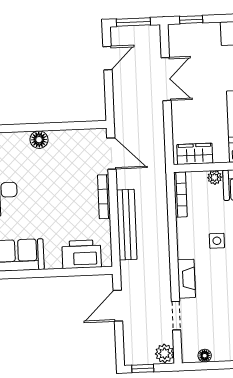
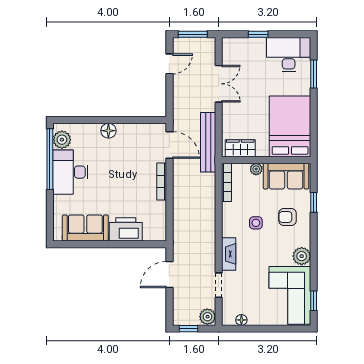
window: (191, 20) -> (258, 34), moved
bench: (127, 225) -> (208, 142), moved
printer: (82, 254) -> (126, 229), moved

